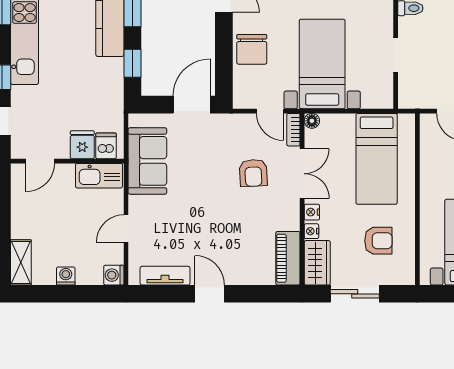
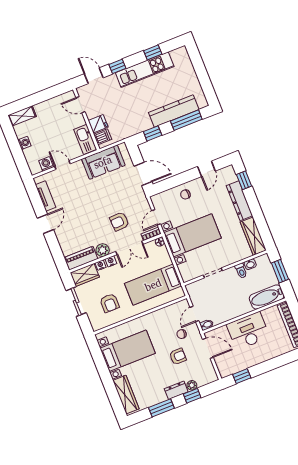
chair: (252, 49) -> (185, 194), width x0.54, depth x0.54
plant: (289, 218) -> (103, 250), added
washing machine: (114, 275) -> (46, 164), moved

